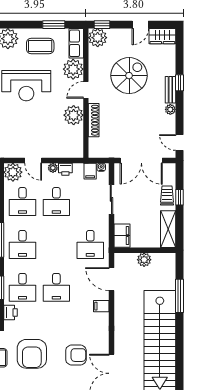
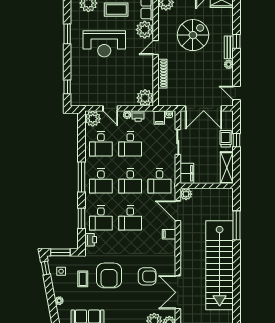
plant: (74, 115) -> (145, 98), moved
desk: (56, 244) -> (130, 181), added
plant: (144, 260) -> (186, 194), moved

